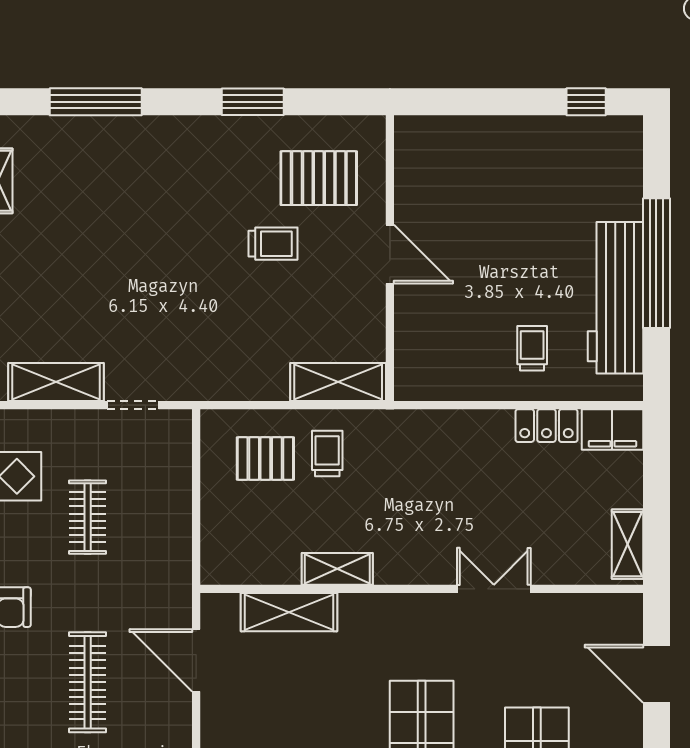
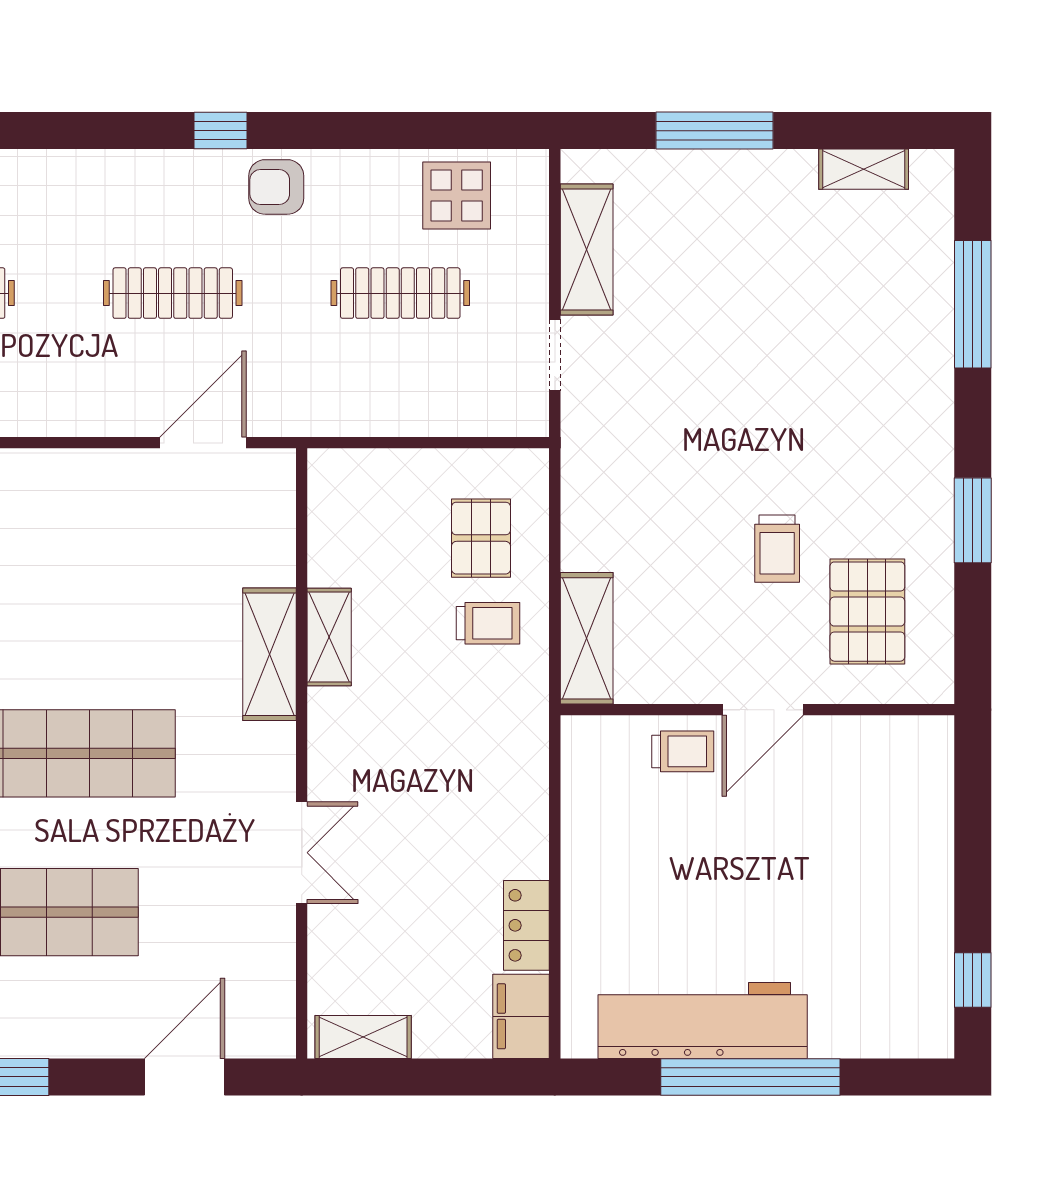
trolley: (532, 348) -> (683, 751), moved
clothes rail: (88, 517) -> (400, 293), width x1.36
shelving: (289, 612) -> (270, 654), moved

